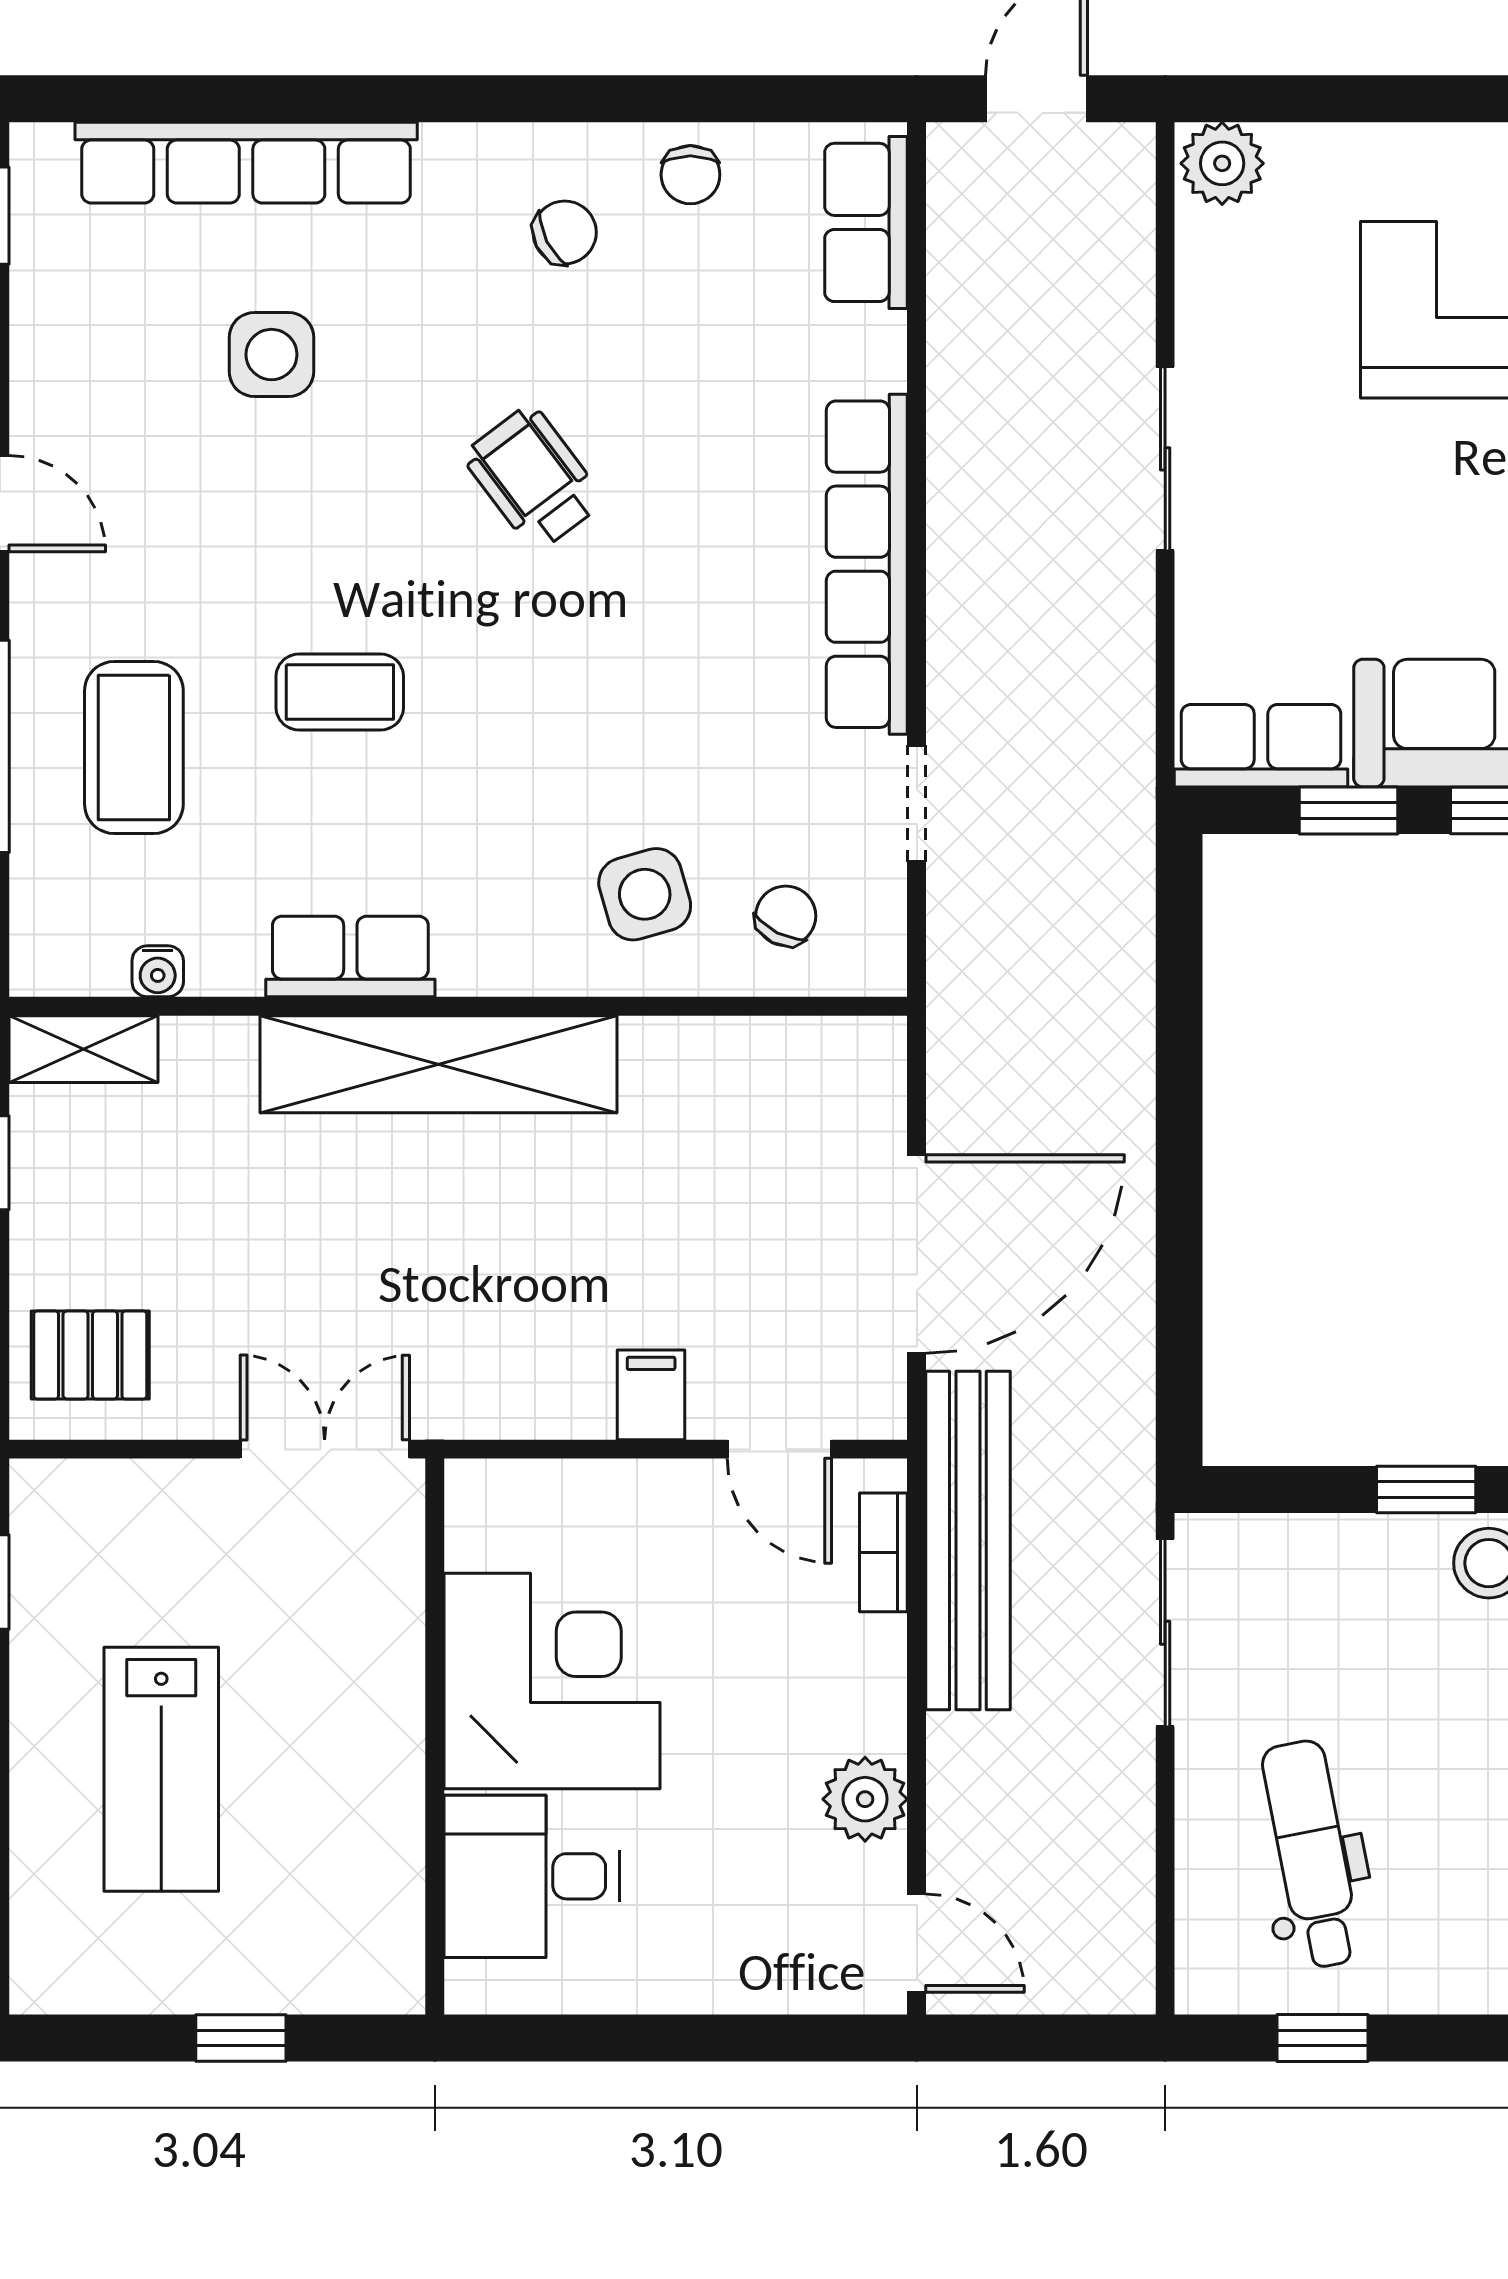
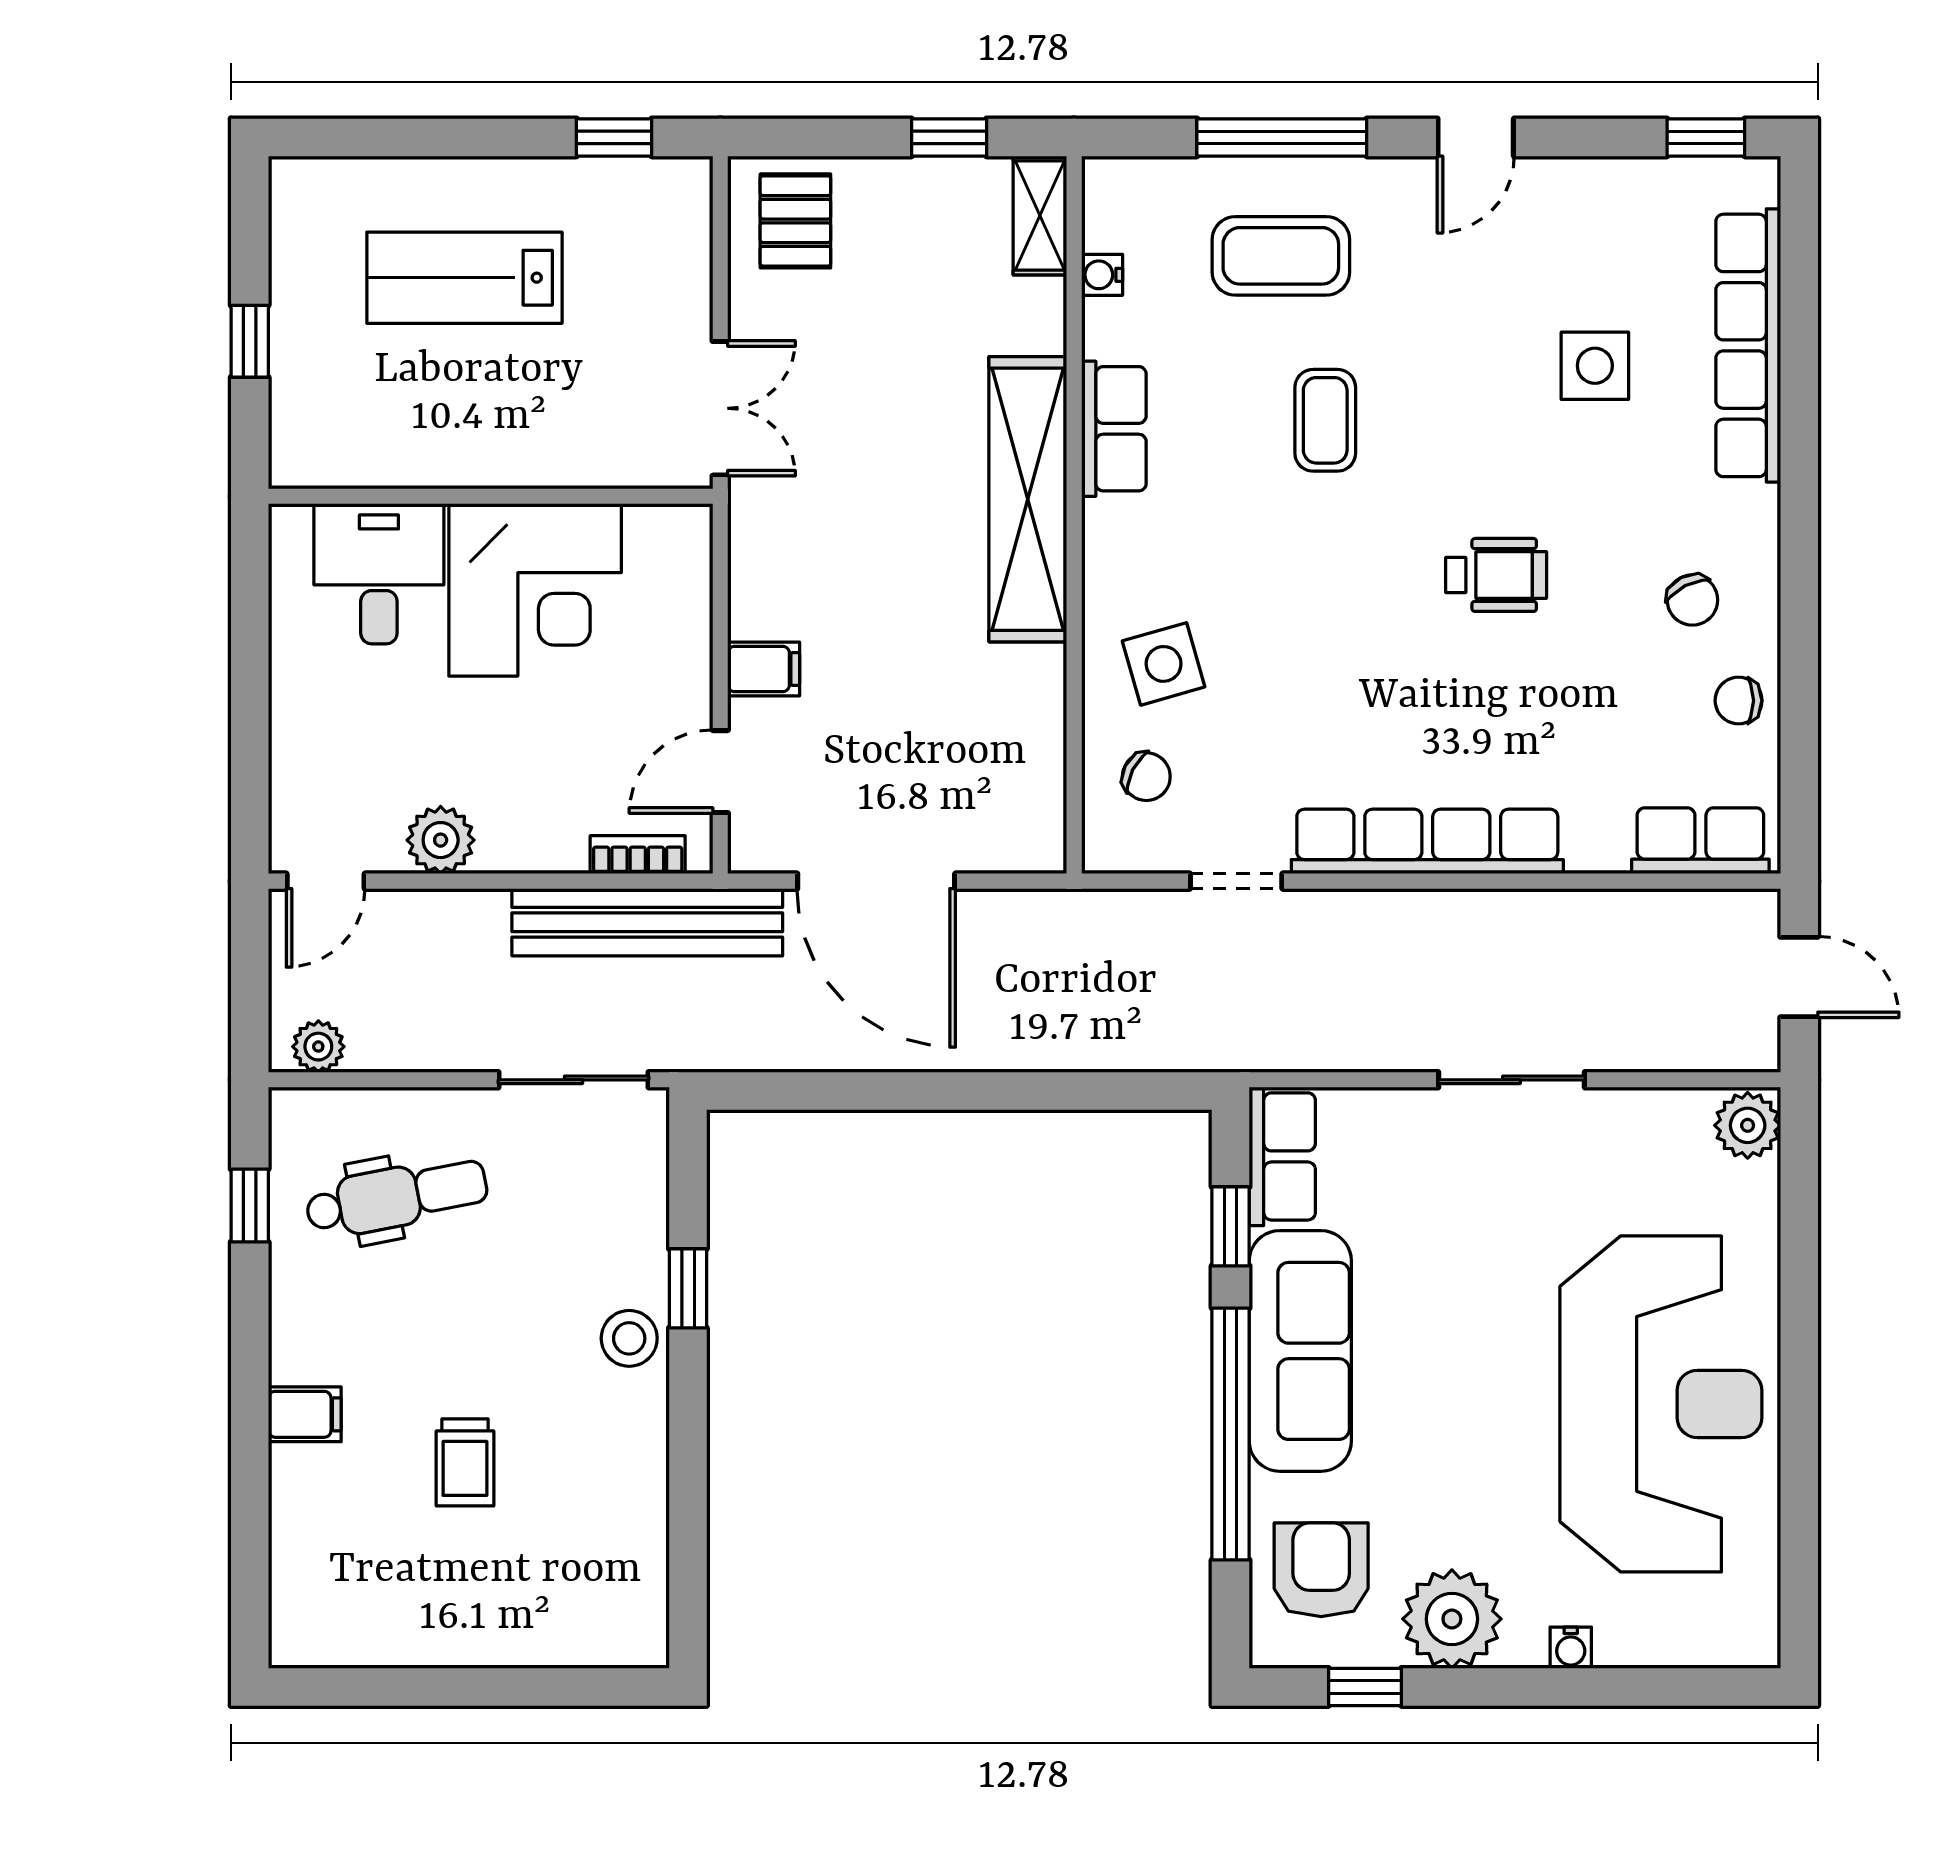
wheelchair: (533, 478) -> (1496, 575), turned 37
plant: (1123, 1952) -> (318, 1047), added

